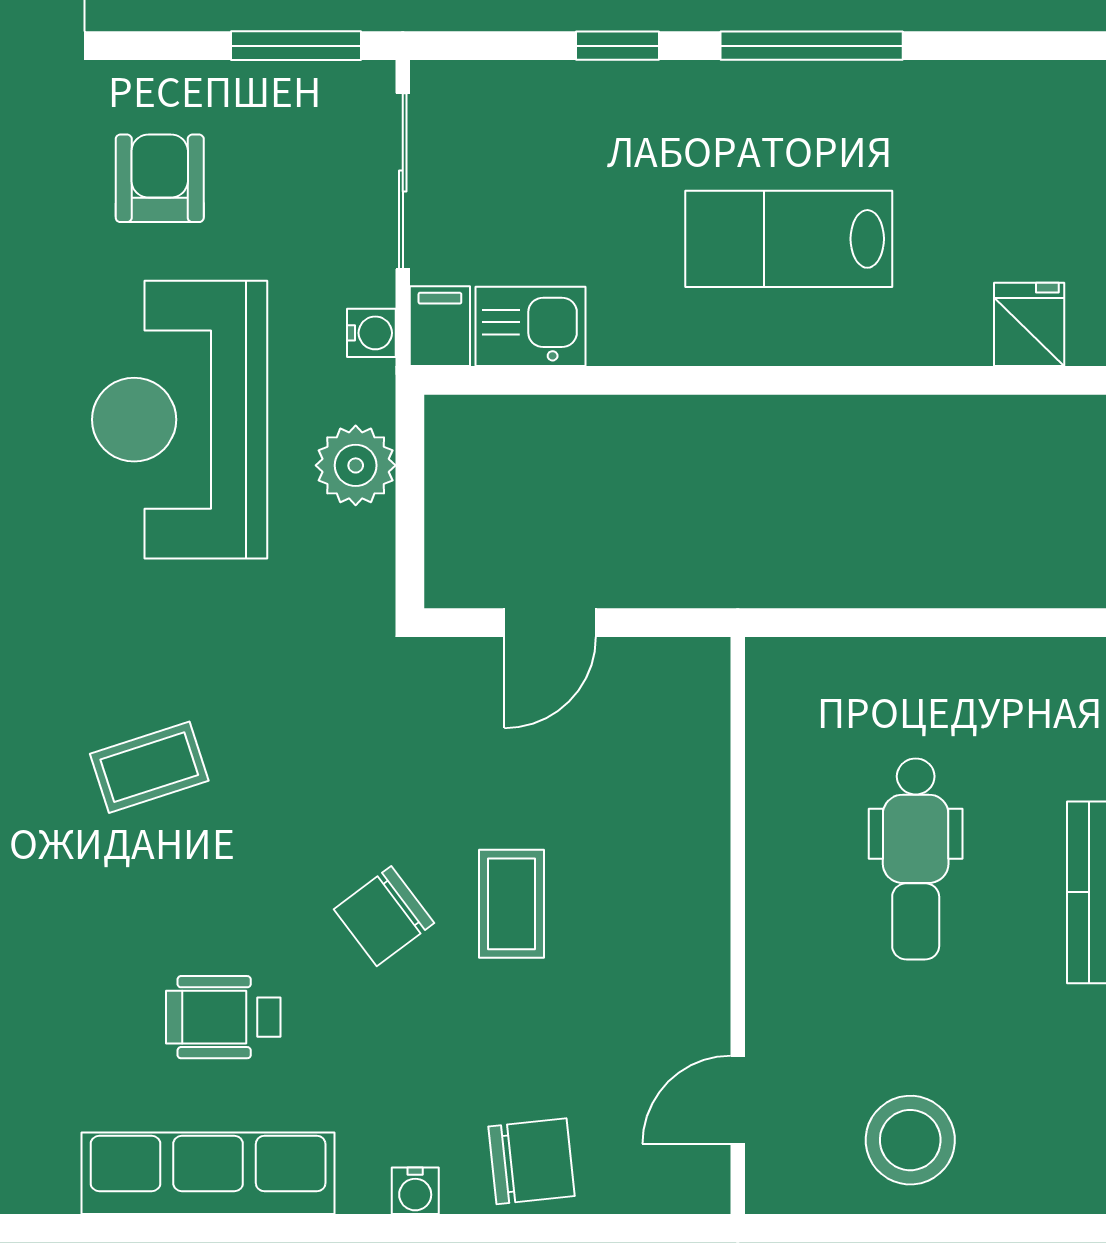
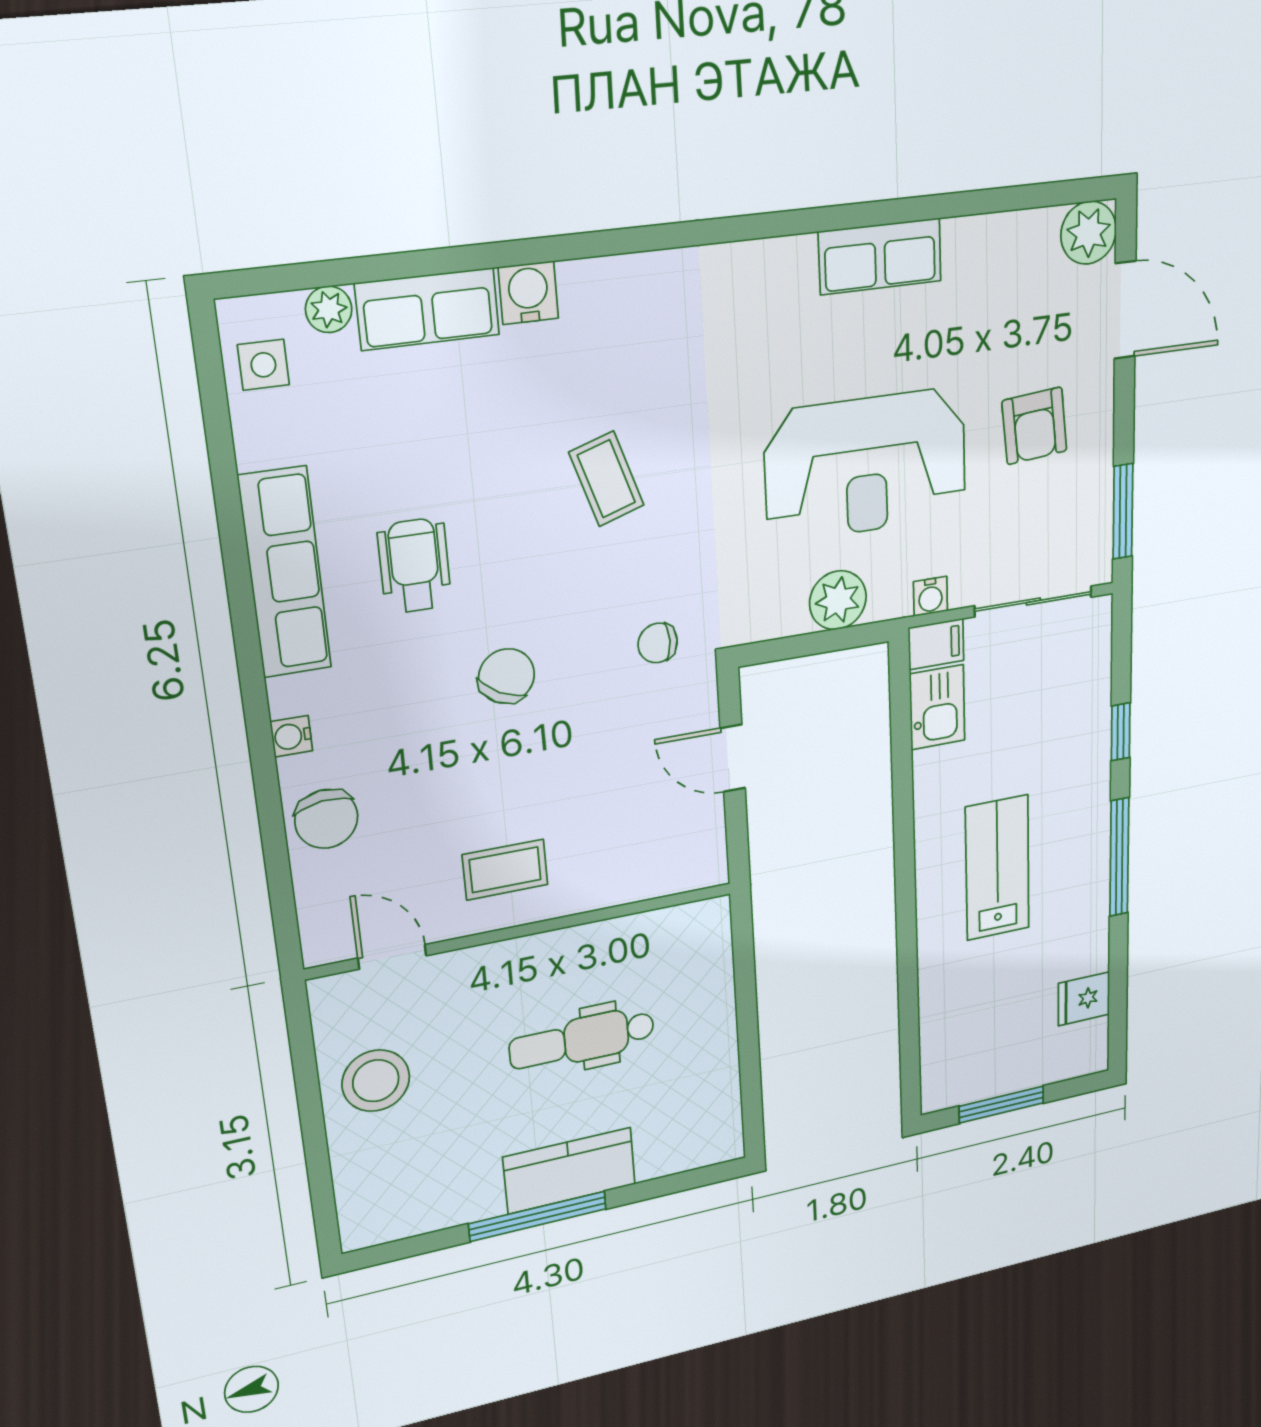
armchair: (160, 178) -> (1034, 426), turned 85
fridge: (1029, 324) -> (1084, 999), moved, turned 180
reception desk: (180, 420) -> (866, 465), turned 180
chair: (373, 715) -> (658, 643), added
coffee table: (512, 904) -> (505, 870), moved
chair: (384, 916) -> (506, 676), turned 66

